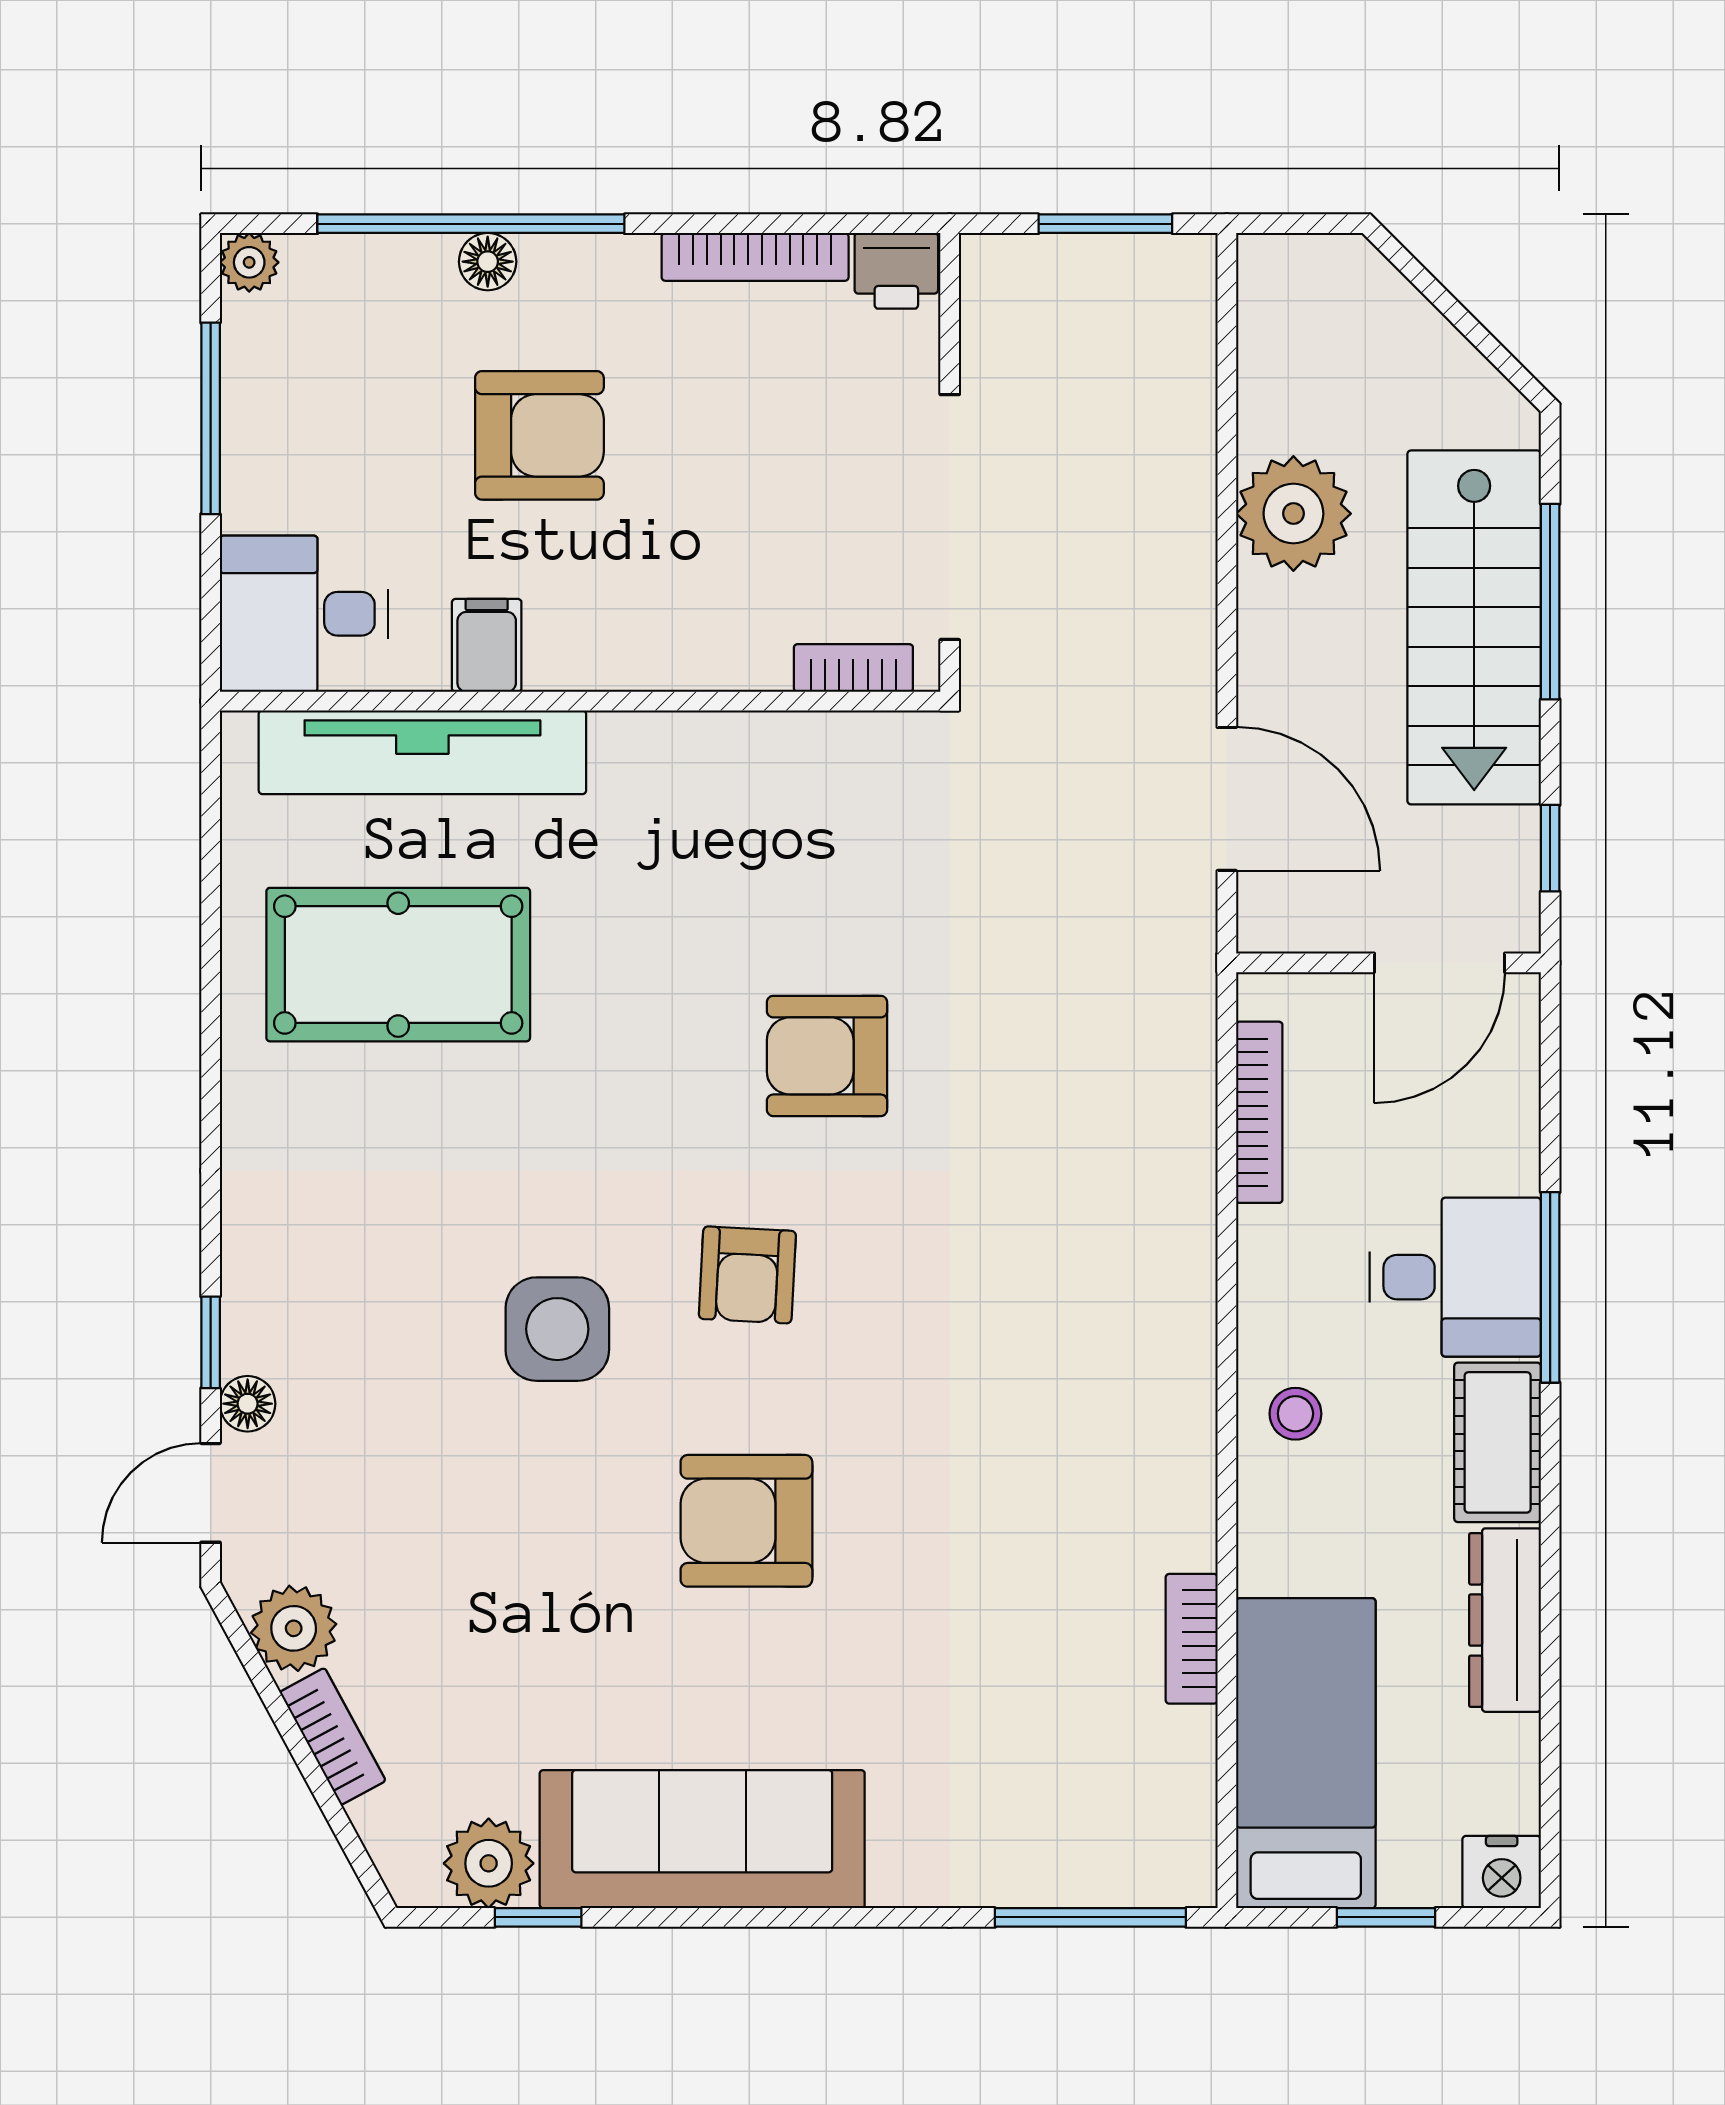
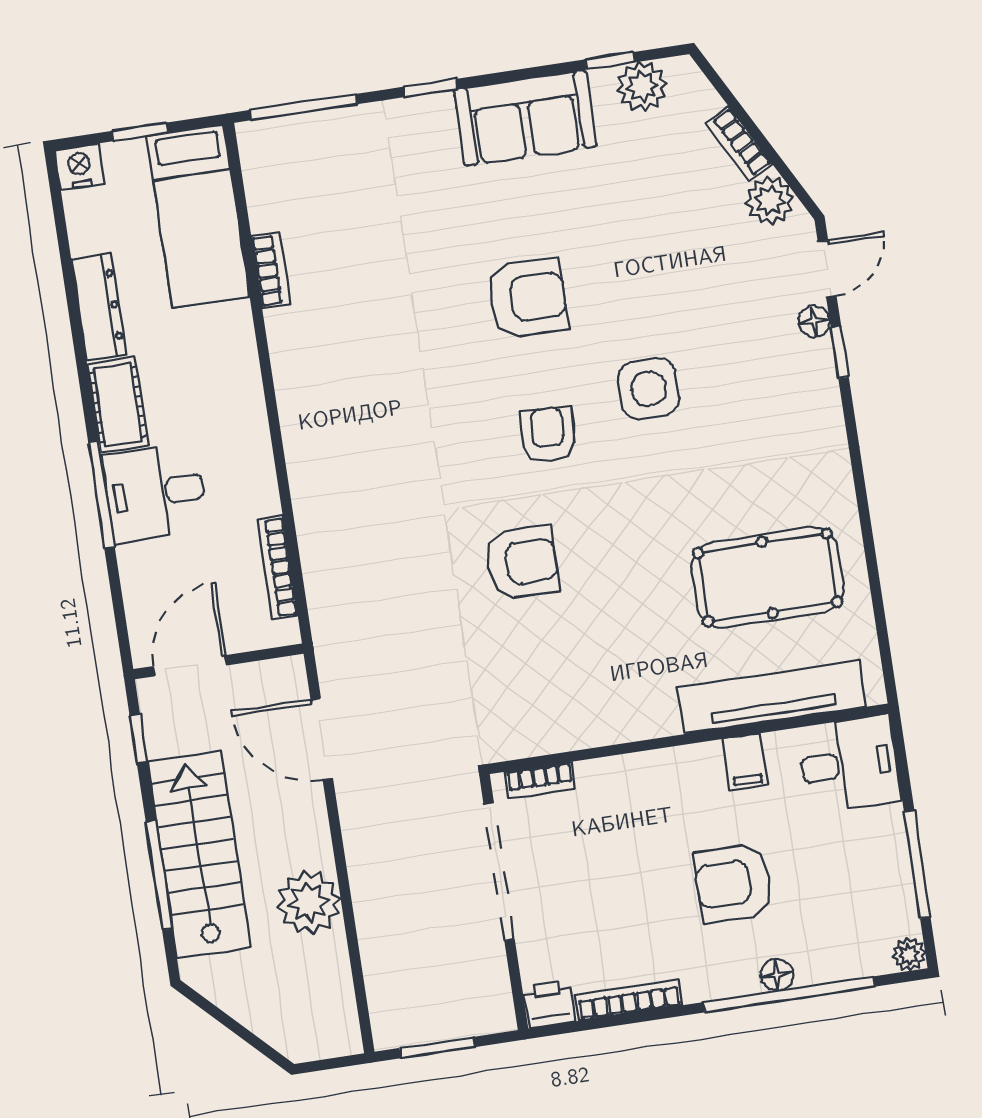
stool: (1295, 1414) -> (232, 404), removed
sofa: (702, 1839) -> (525, 118), width x0.73
window: (861, 1917) -> (431, 88), added

